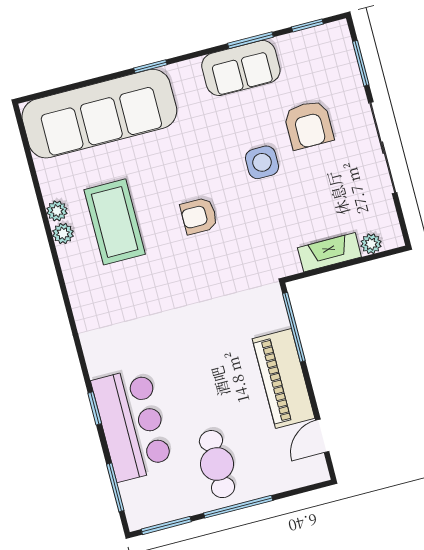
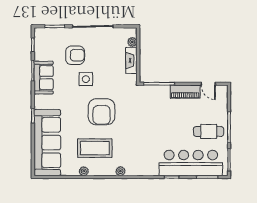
armchair: (199, 216) -> (102, 112), width x1.88, depth x1.88
plant: (63, 234) -> (120, 171), moved
piano: (284, 378) -> (185, 92), width x0.73, depth x0.75
bar counter: (132, 424) -> (191, 163), width x1.36

